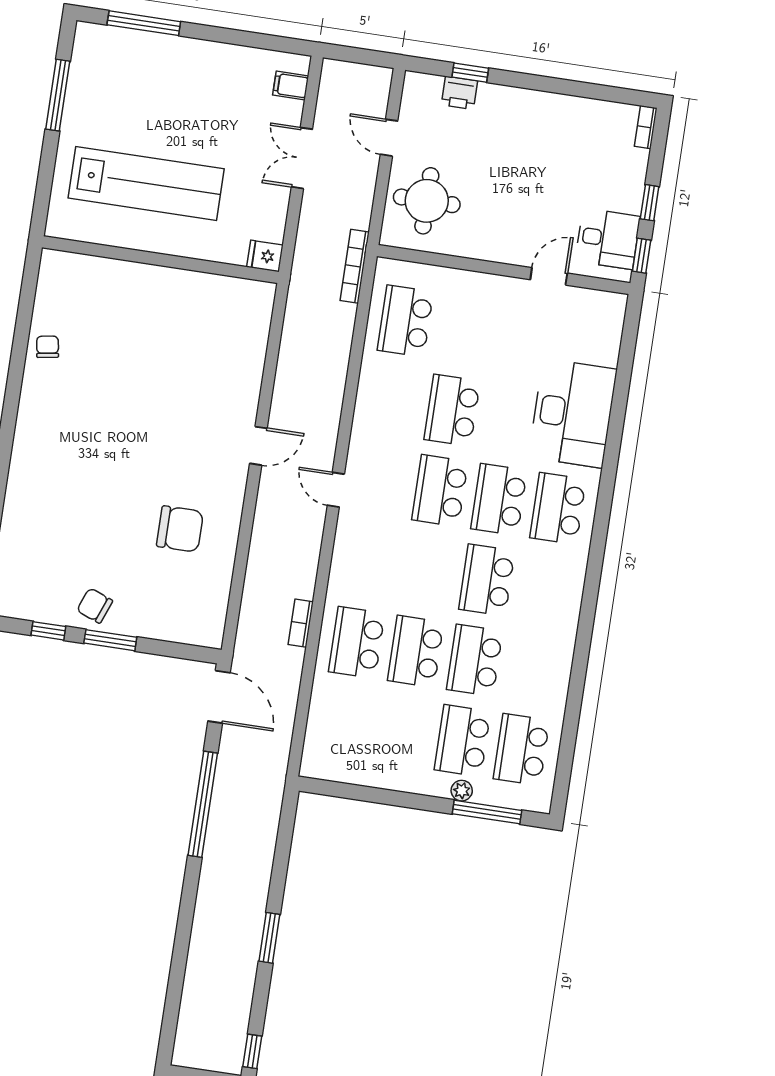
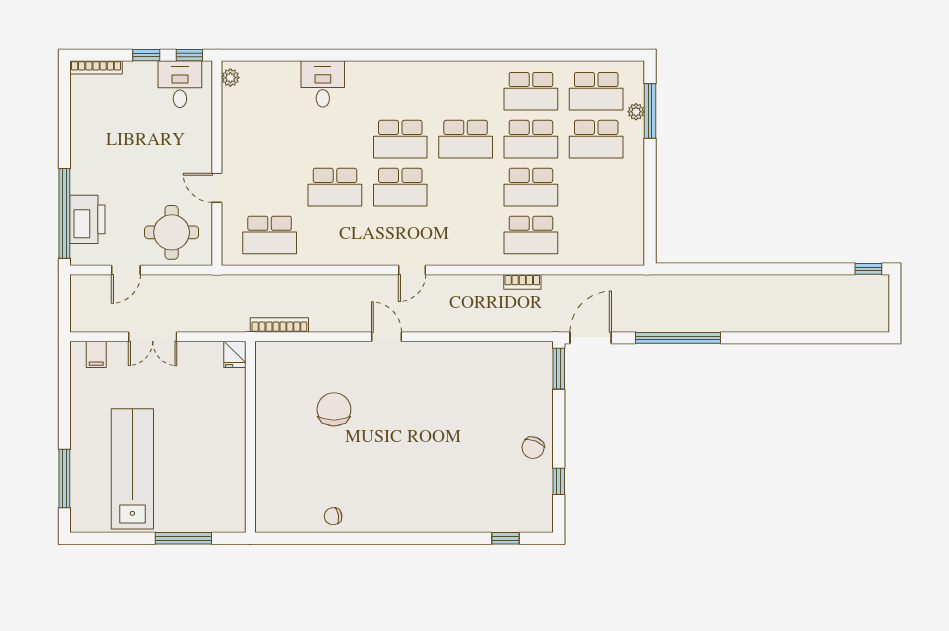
window: (470, 73) -> (64, 213), width x3.17
printer: (460, 93) -> (87, 219), width x1.87, depth x1.48
window: (58, 95) -> (183, 538), moved
bookcase: (646, 127) -> (96, 67), width x1.56
lab bench: (146, 183) -> (132, 469), moved
bookcase: (355, 266) -> (279, 325), moved, turned 180
door: (549, 276) -> (217, 188), moved
plant: (606, 302) -> (230, 78), added
desk: (573, 413) -> (323, 84), width x0.53, depth x0.77
school desk: (558, 508) -> (531, 91), moved
chair: (180, 529) -> (334, 409), moved
window: (110, 640) -> (559, 369), moved
plant: (462, 791) -> (636, 112), moved
window: (269, 938) -> (776, 269), removed

